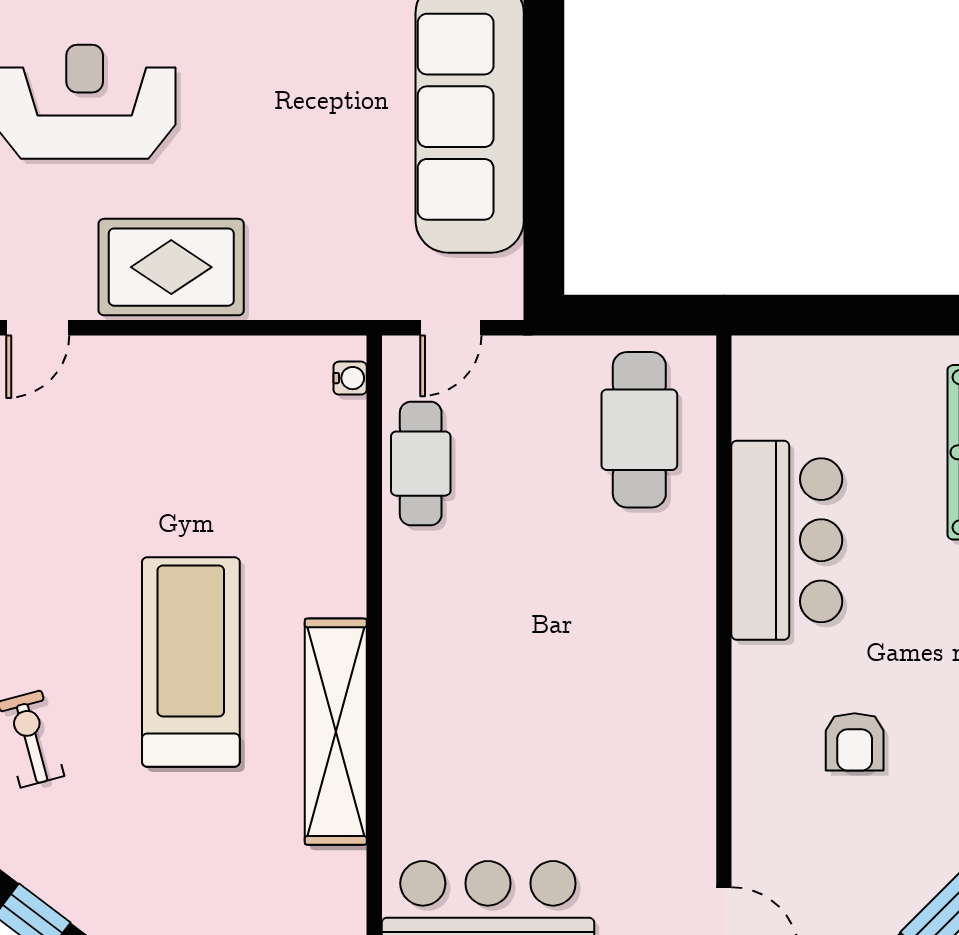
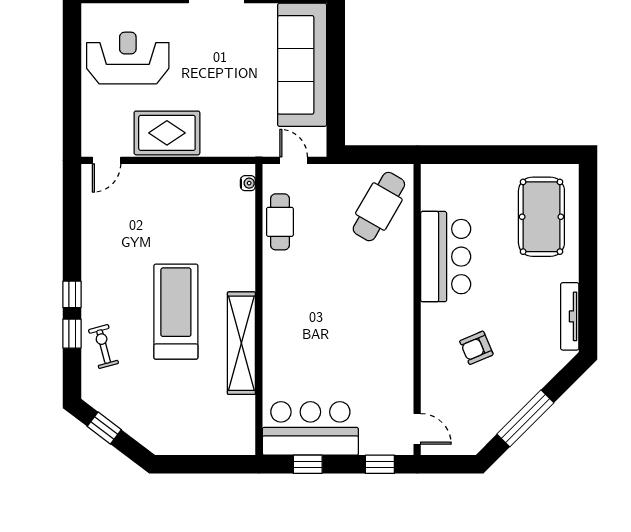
door: (451, 328) -> (294, 160), swing flipped
cafe table: (639, 430) -> (379, 207), turned 30
armchair: (855, 742) -> (476, 348), turned 67

